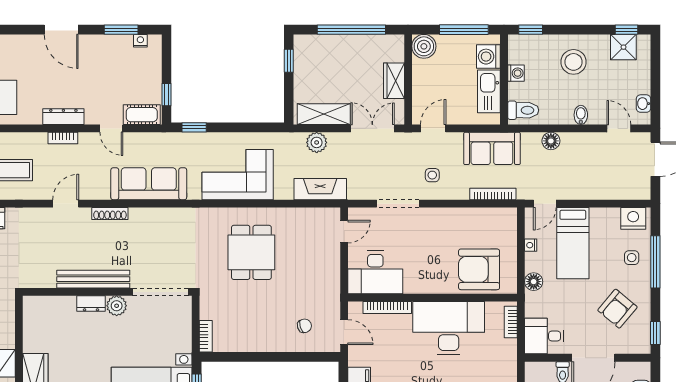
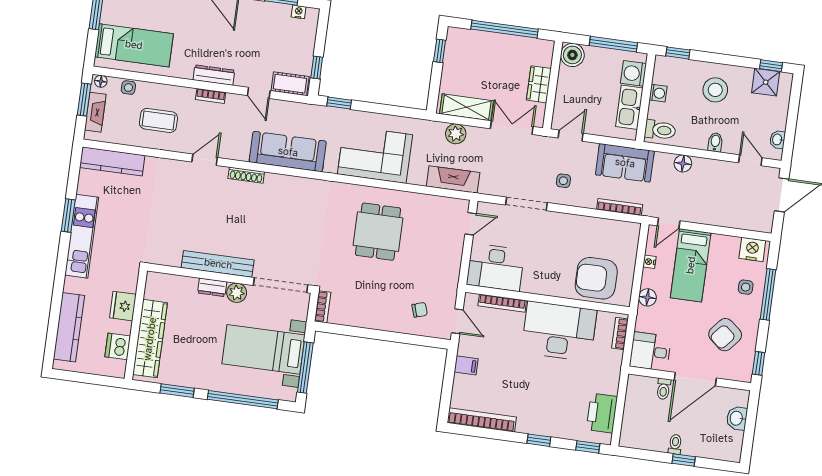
bench: (93, 279) -> (218, 264), moved
wall: (107, 292) -> (229, 278), moved
doorway: (160, 292) -> (281, 285), moved
dresser: (91, 304) -> (212, 287), moved
plant: (117, 306) -> (237, 293), moved

